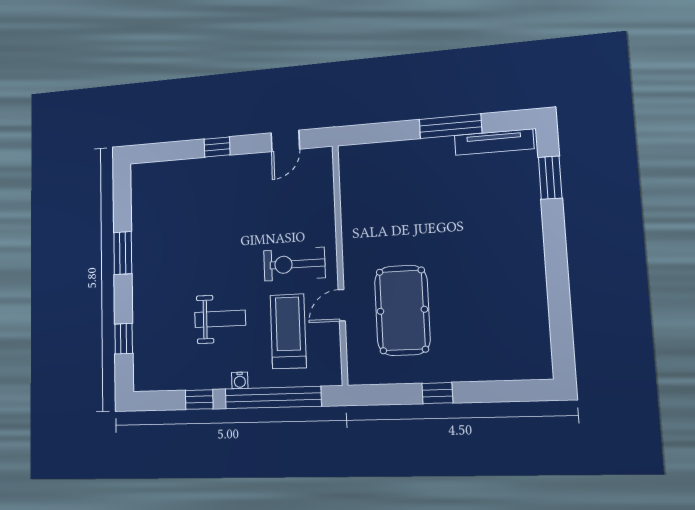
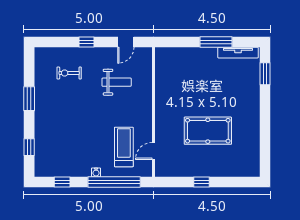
exercise bike: (294, 264) -> (69, 73), moved, width x0.73, depth x0.72
door: (342, 305) -> (154, 151), moved
pool table: (402, 310) -> (208, 131), moved, turned 90
weight bench: (220, 319) -> (117, 82), moved
window: (199, 400) -> (62, 182), moved

